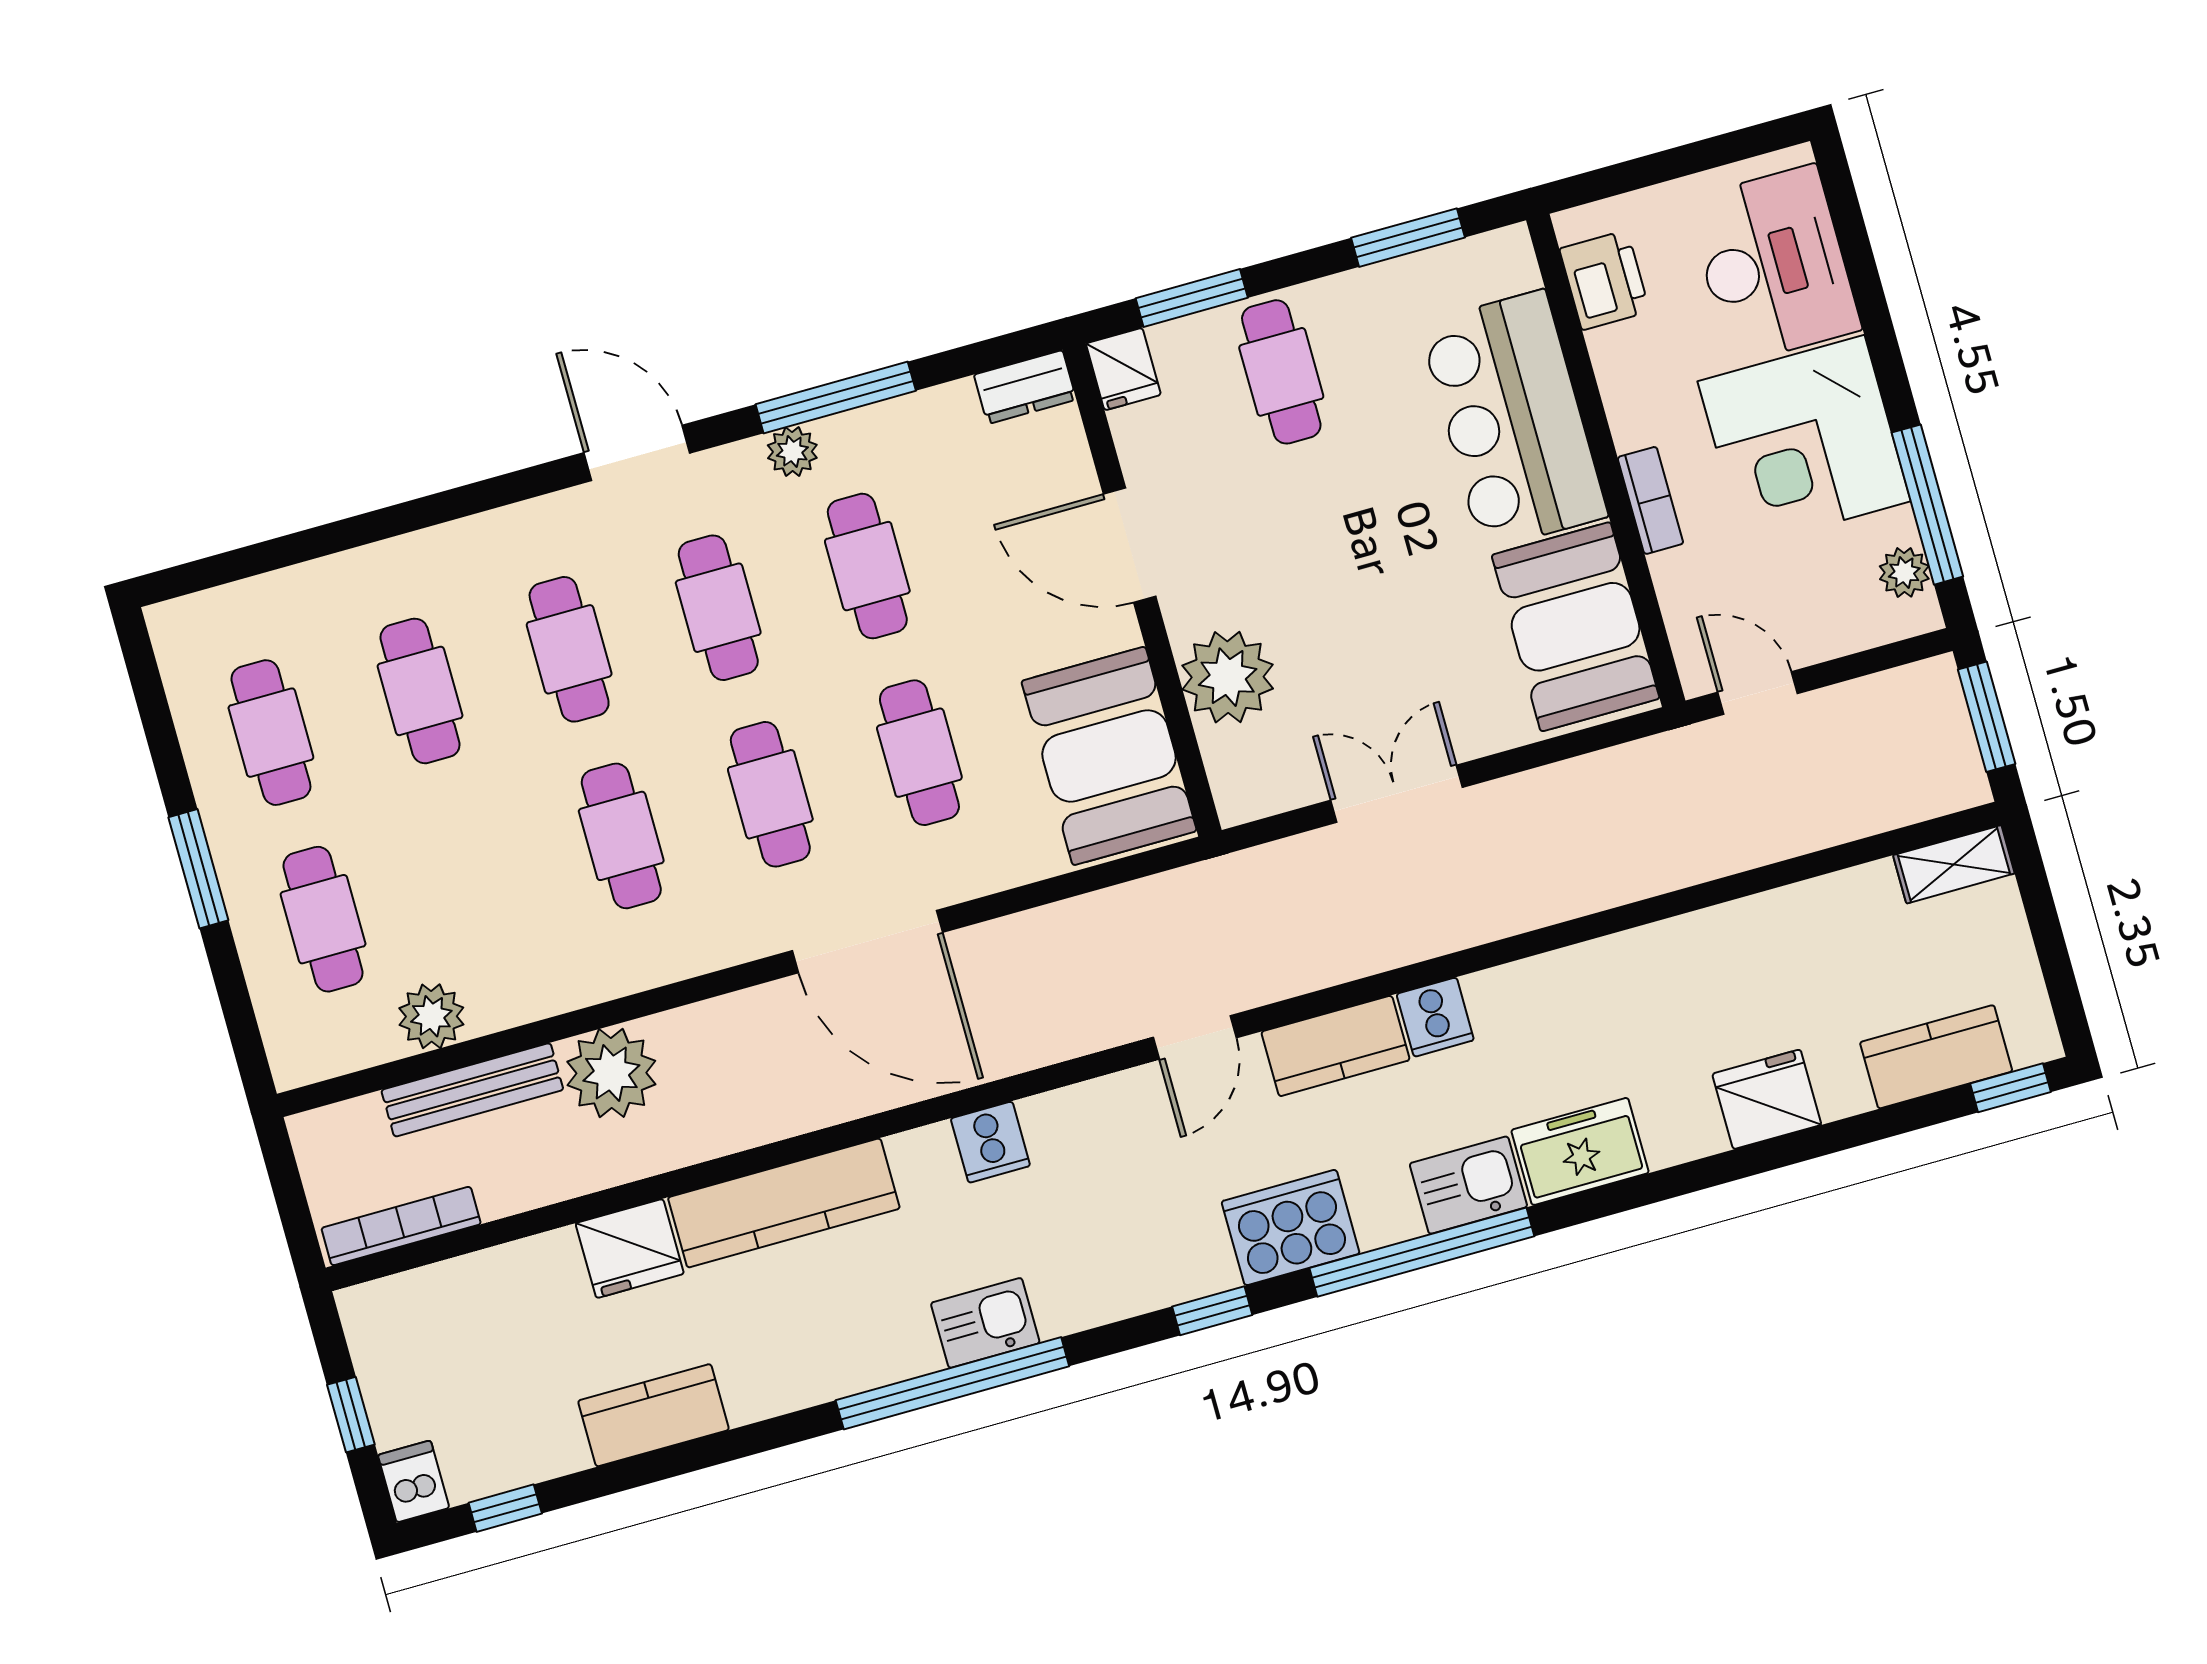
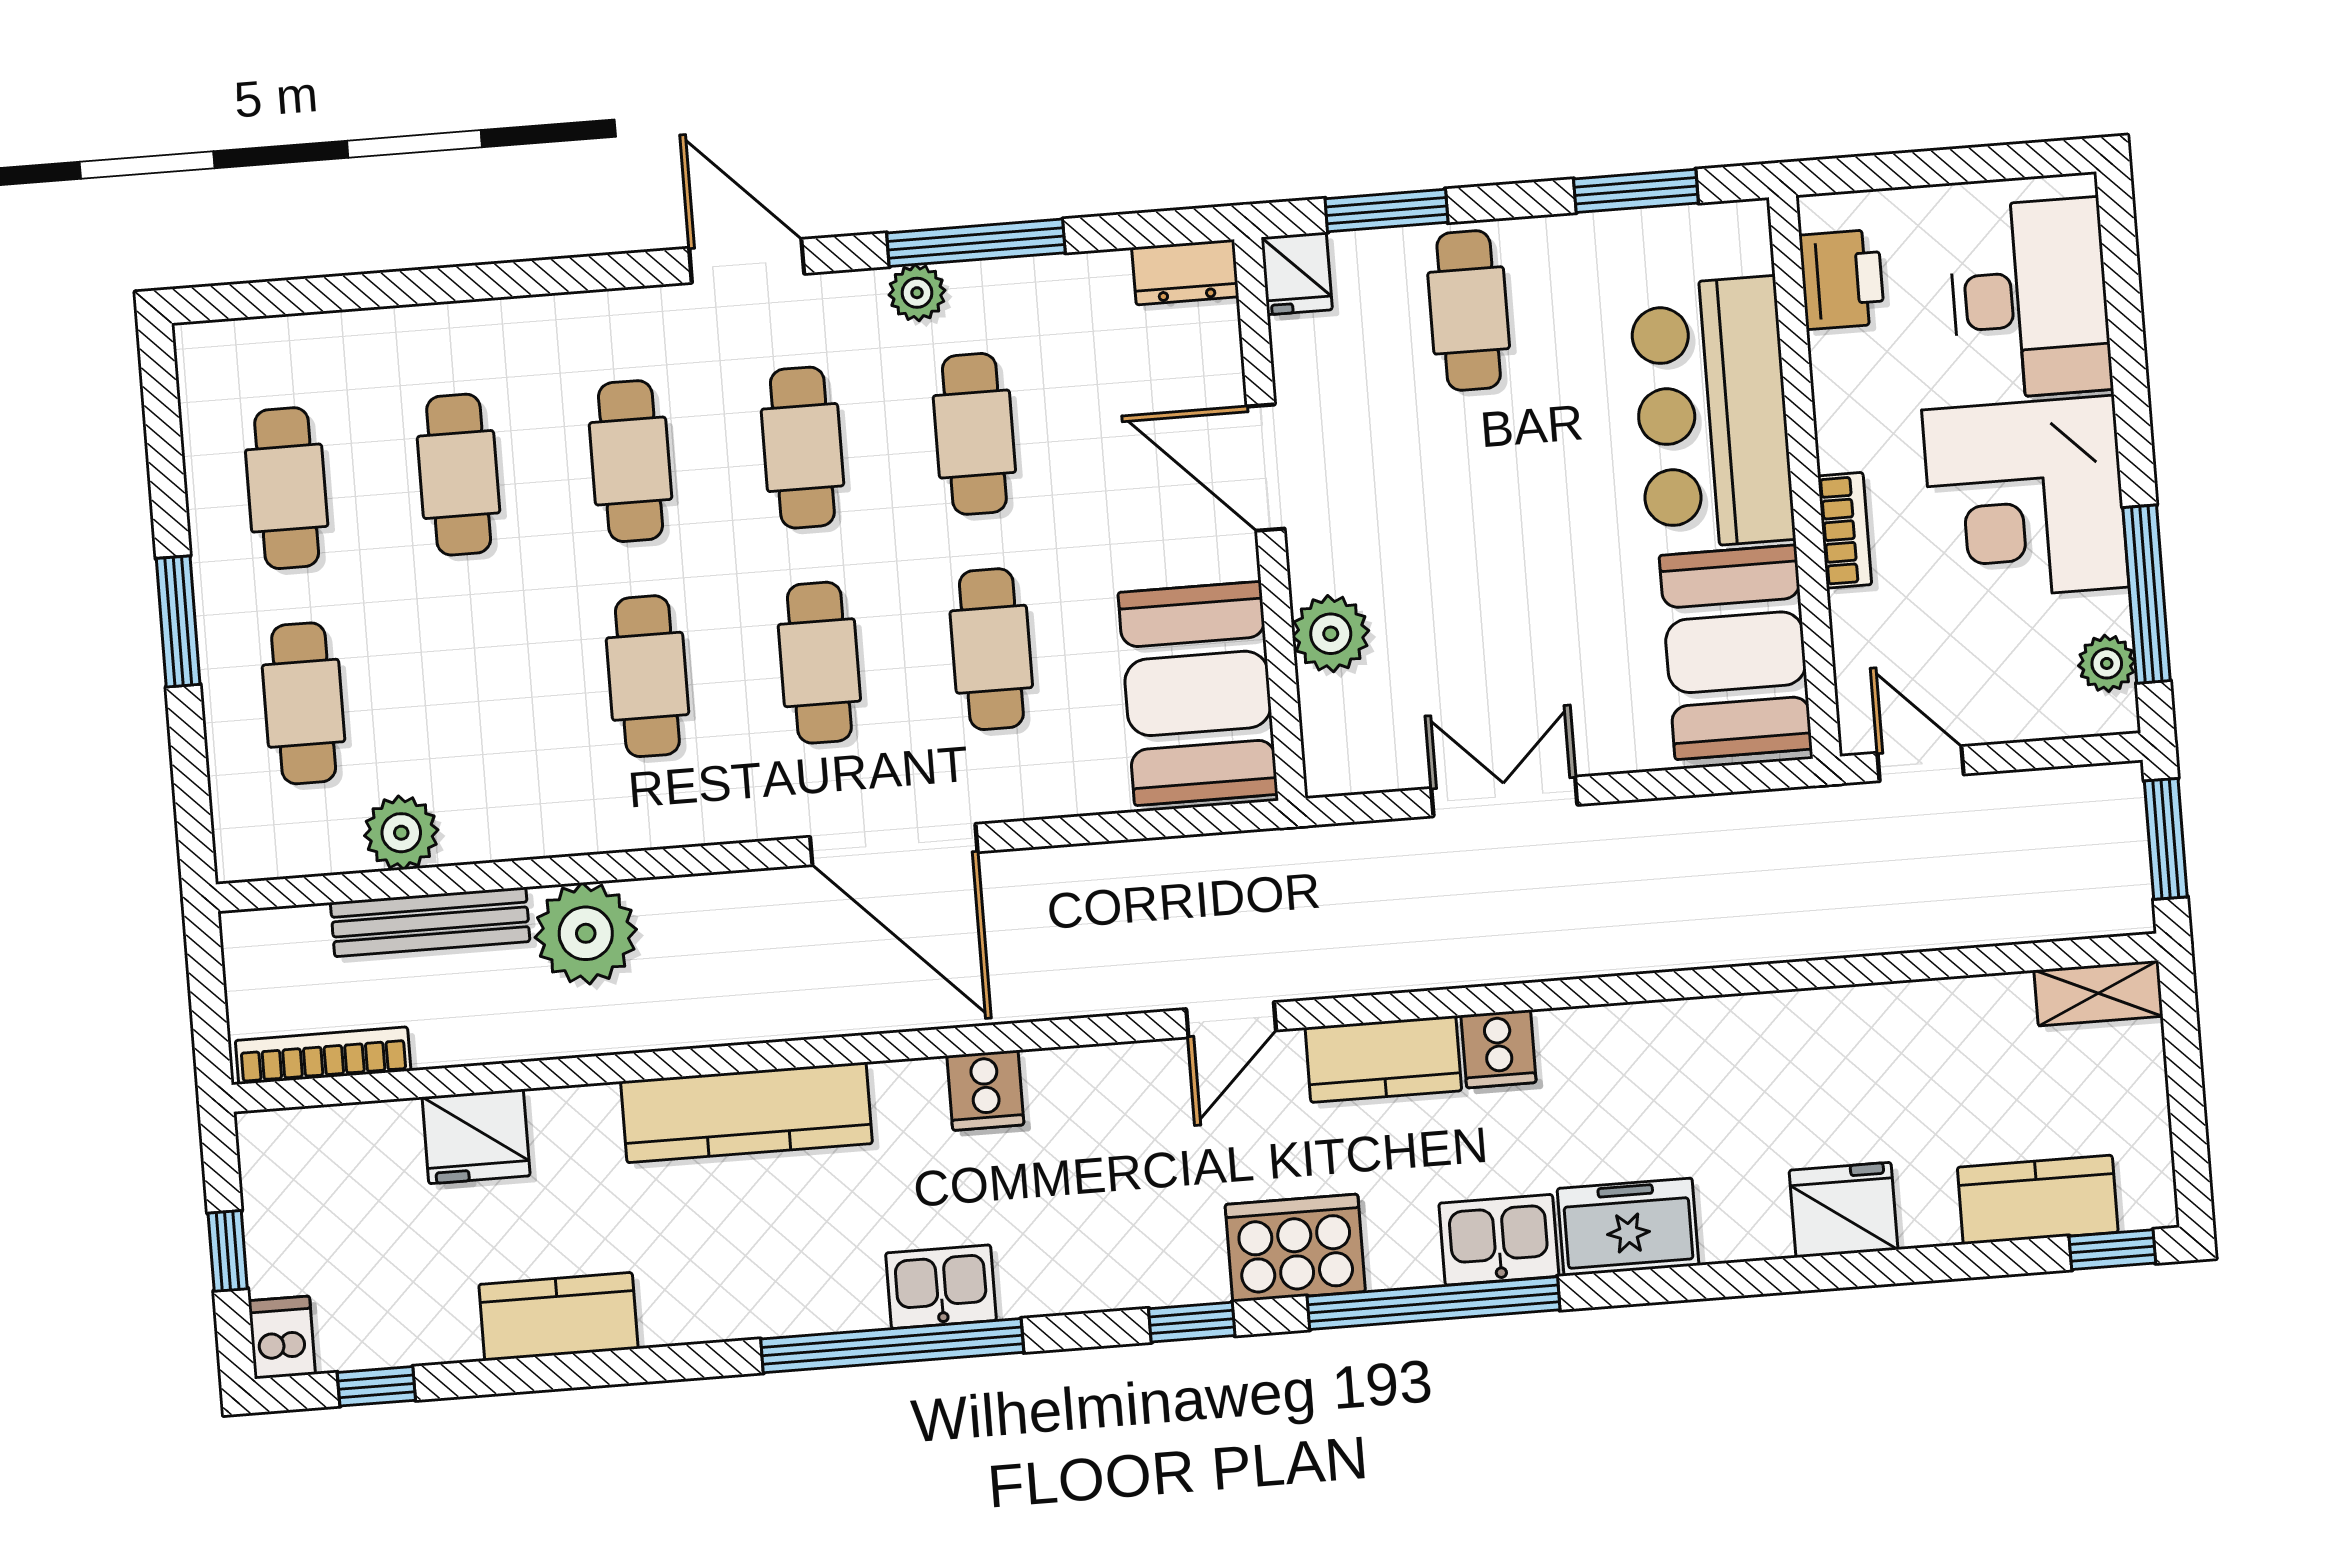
plant: (1228, 677) -> (1331, 634), width x0.73, depth x0.73
fridge: (630, 1249) -> (476, 1136), moved

